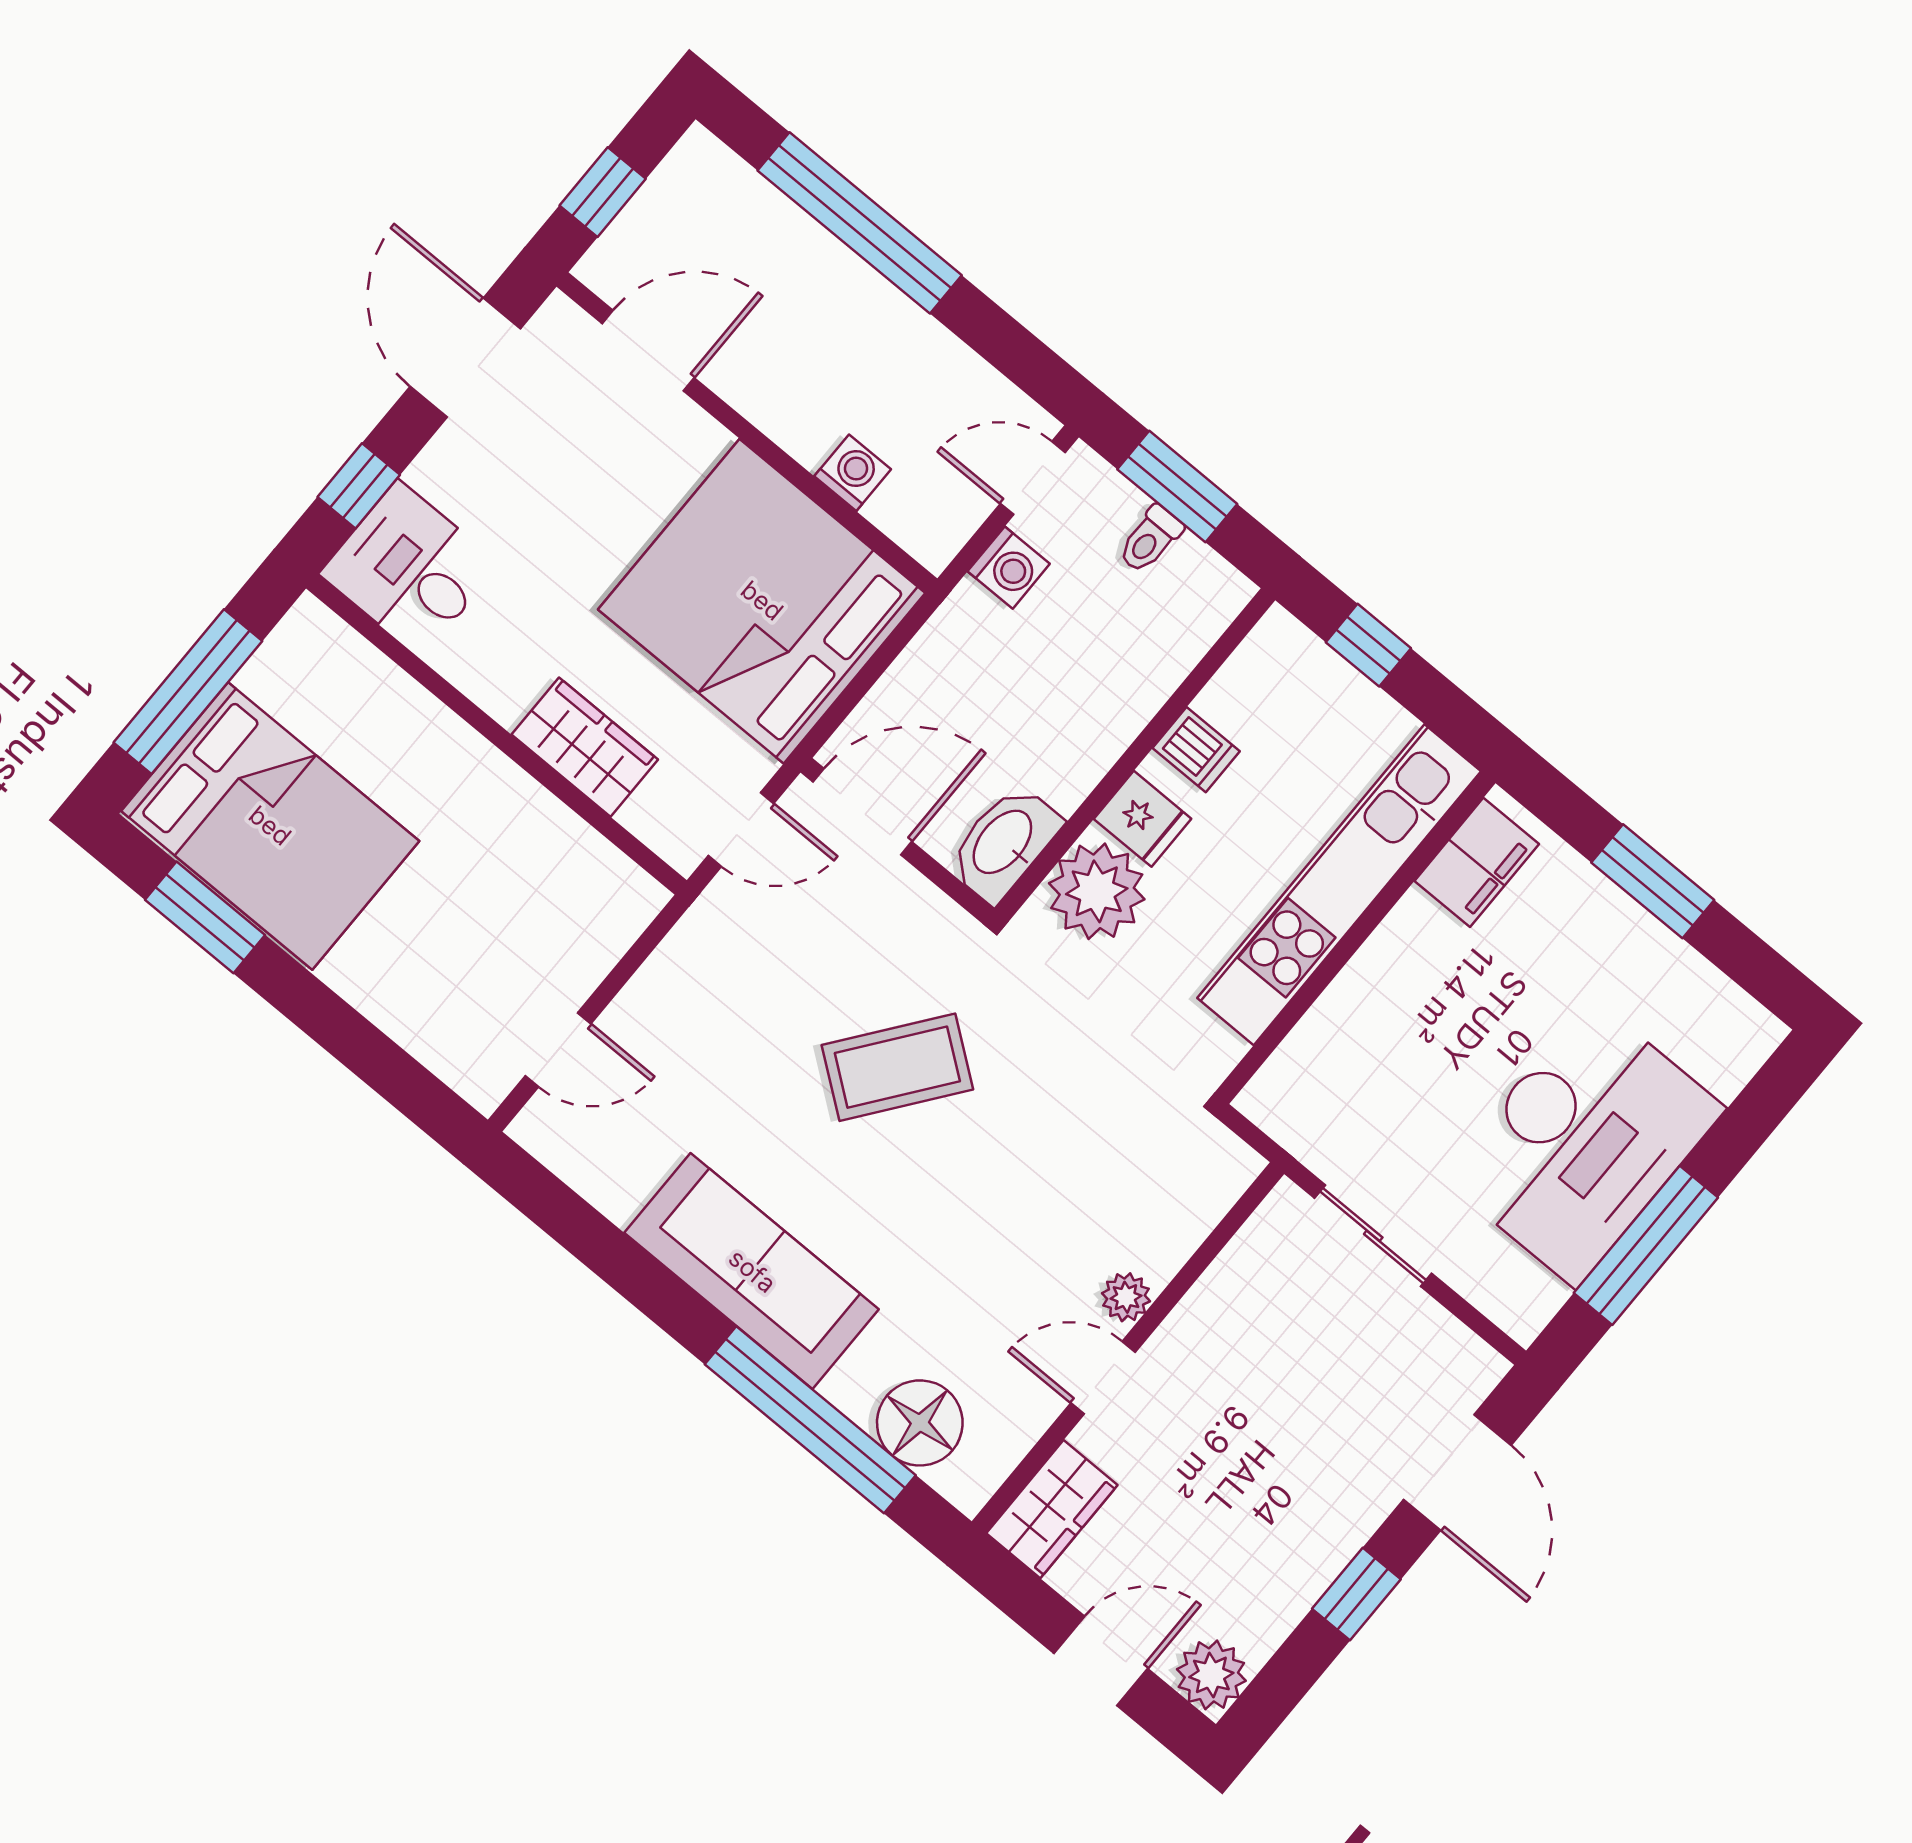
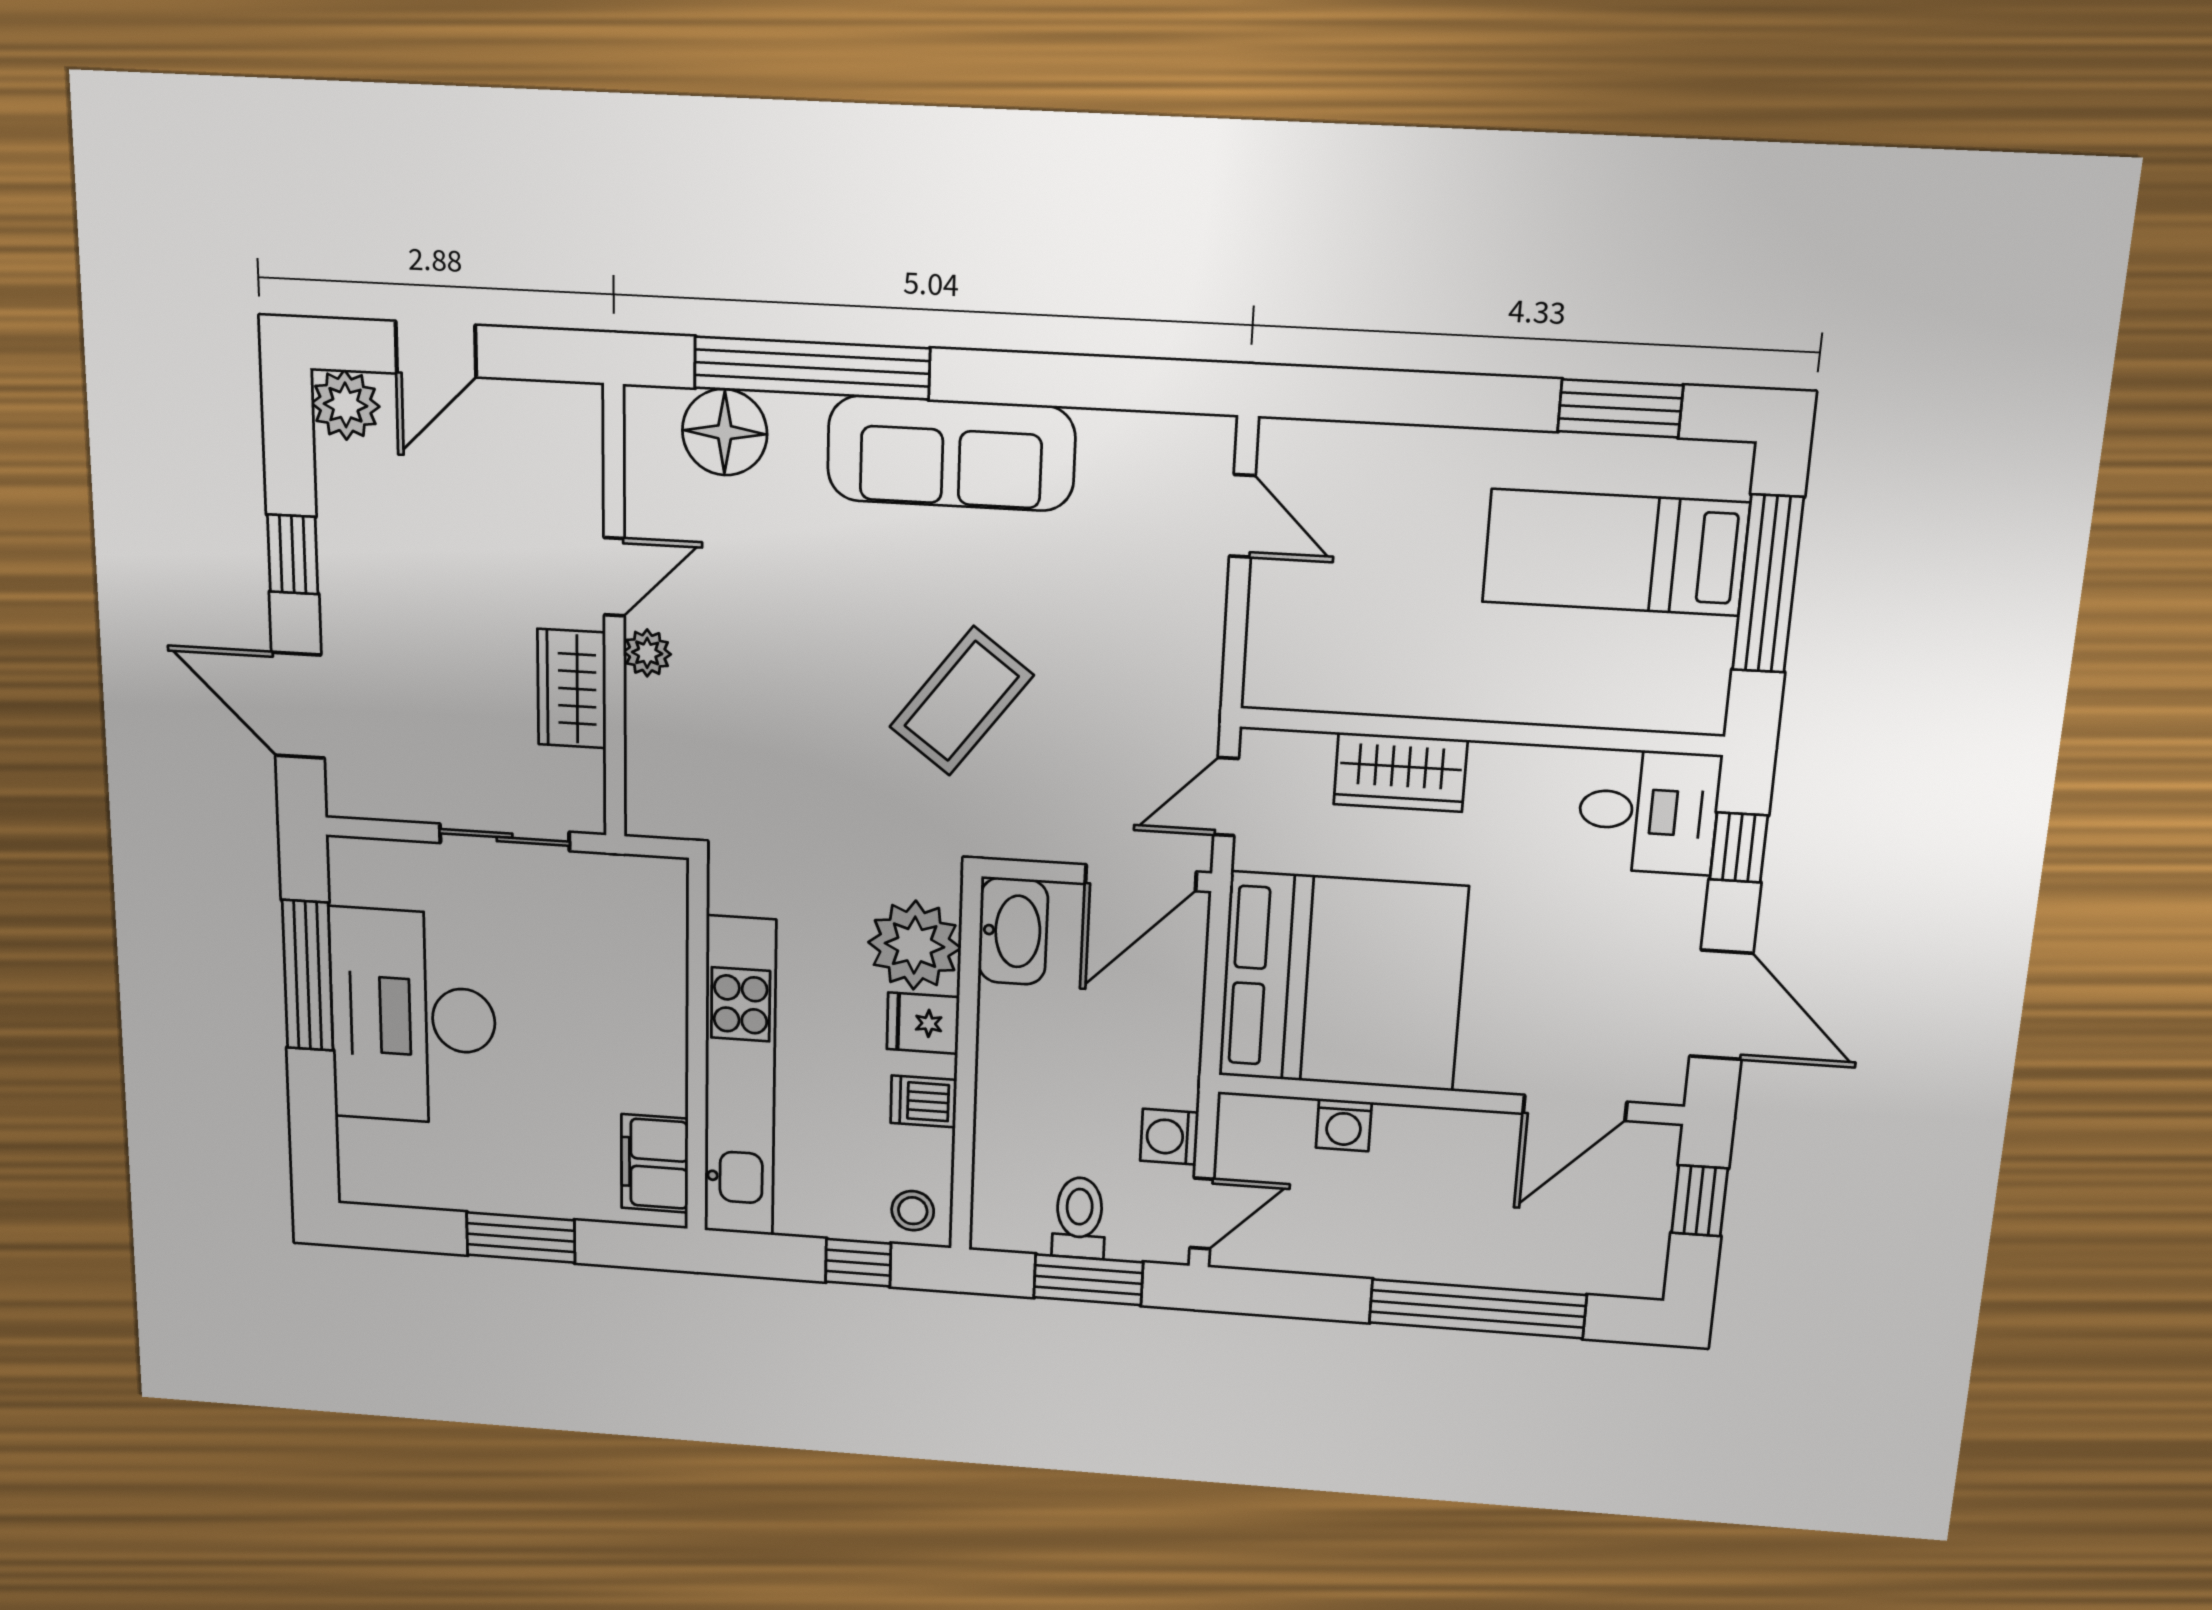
toilet: (1150, 539) -> (1079, 1218), width x1.37, depth x1.39
stool: (1283, 658) -> (913, 1211), added
bed: (270, 826) -> (1615, 552), width x0.67
door: (558, 1050) -> (1242, 516), swing flipped
wardrobe: (1052, 1509) -> (572, 689), moved

